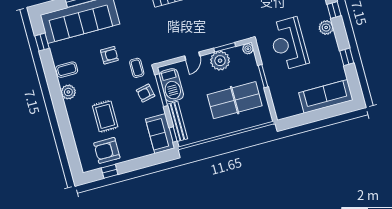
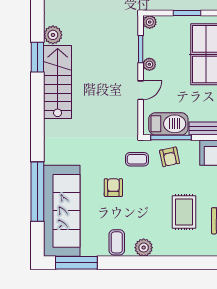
window: (42, 42) -> (76, 263), width x2.17
door: (192, 56) -> (141, 90), hinge flipped
plant: (220, 61) -> (149, 64), width x0.53, depth x0.53
rug: (105, 116) -> (184, 212), turned 90

